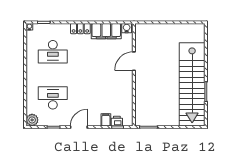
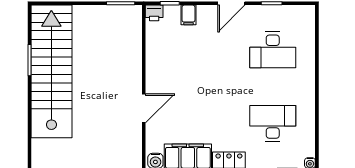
plant: (32, 120) -> (306, 15), removed
printer: (117, 121) -> (154, 13), moved

